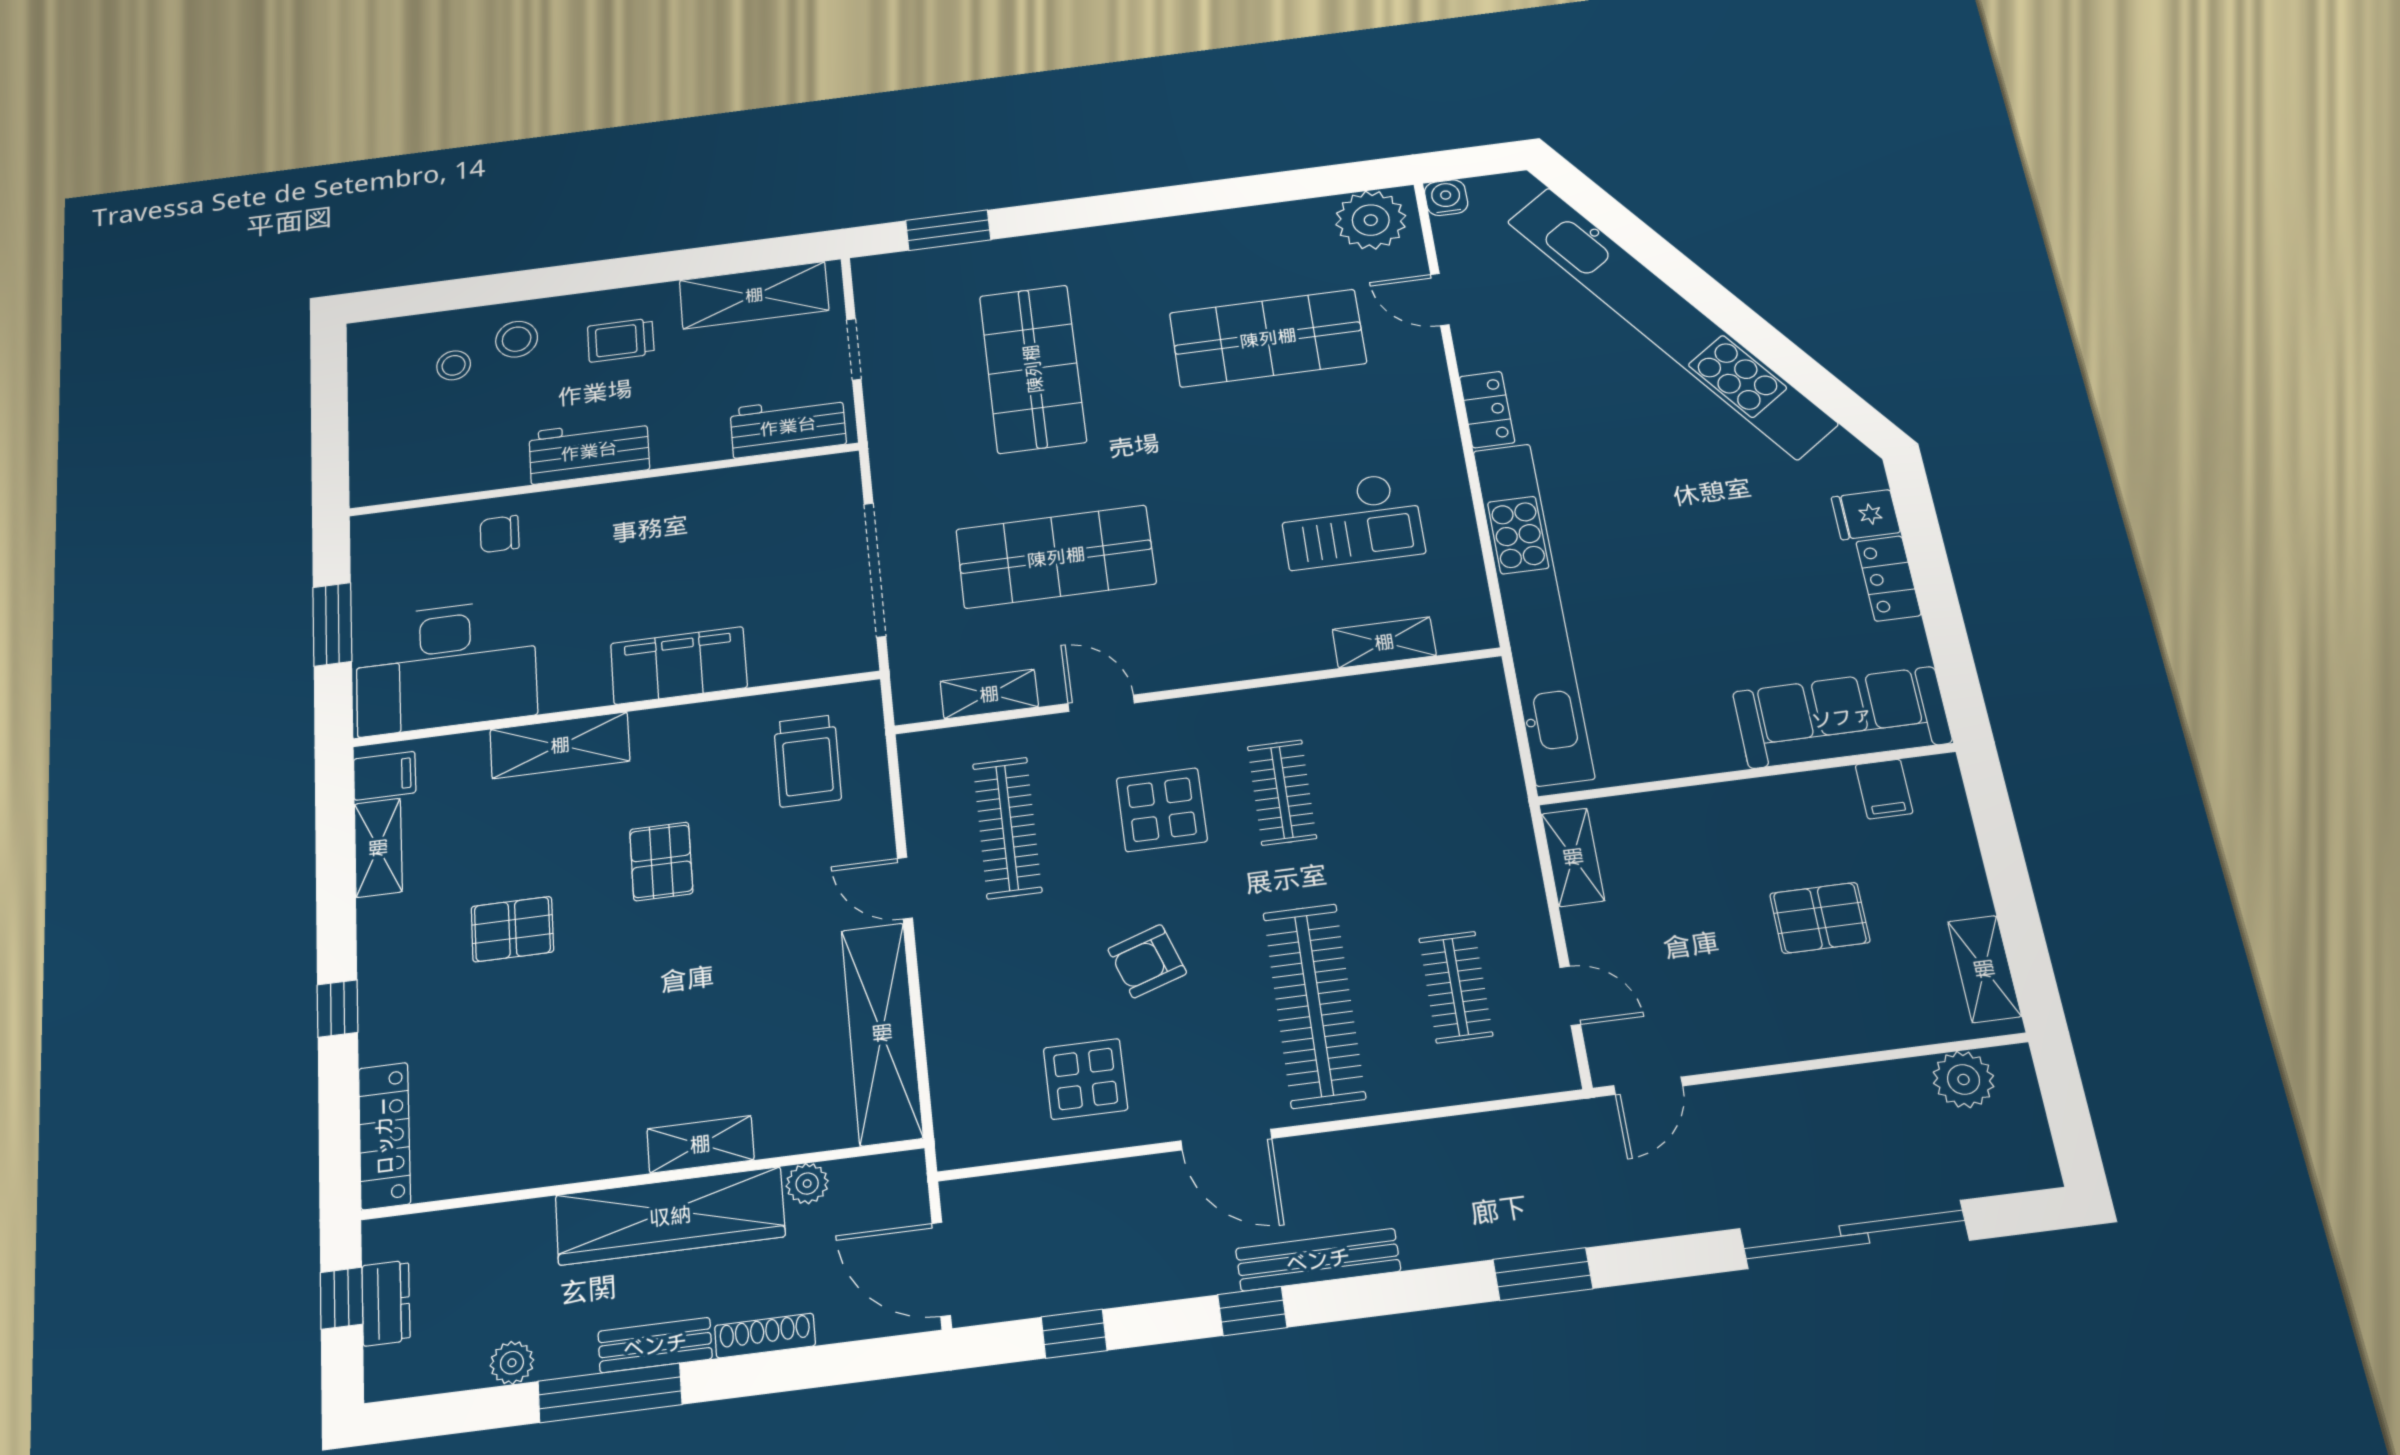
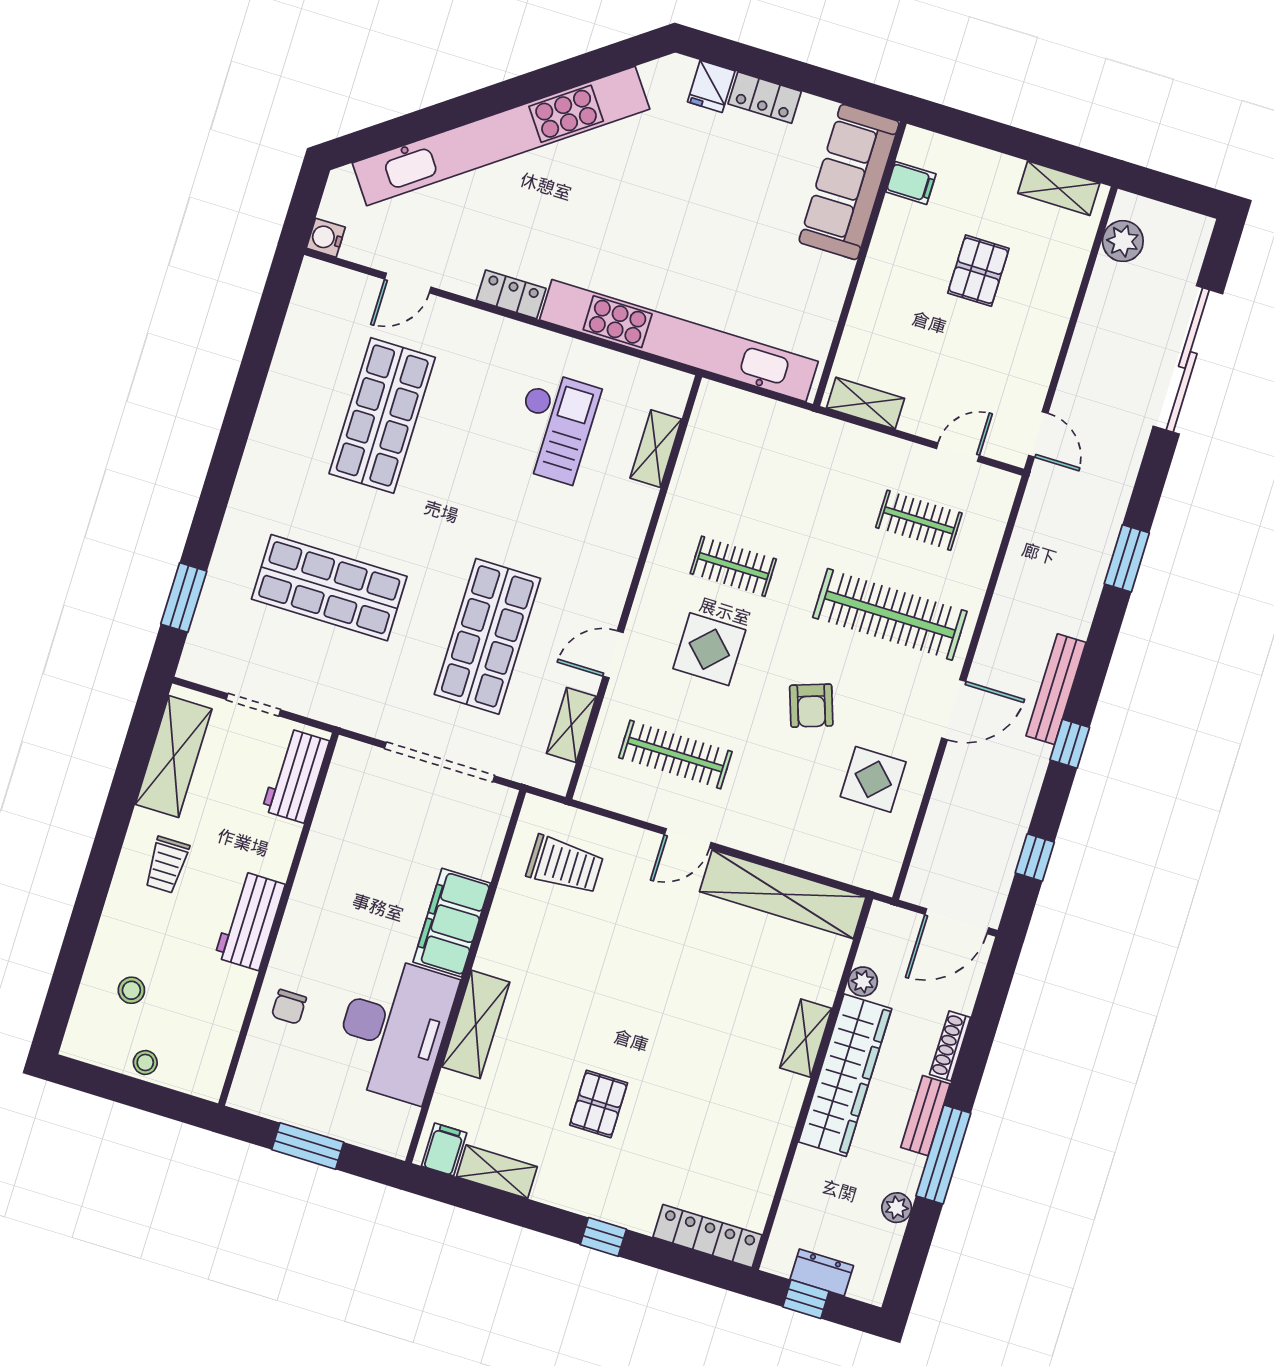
plant: (1371, 220) -> (319, 299), removed
stool: (517, 339) -> (145, 1062), moved, width x0.73, depth x0.73
desk: (446, 666) -> (394, 1029), moved
pallet: (661, 861) -> (594, 989), removed

